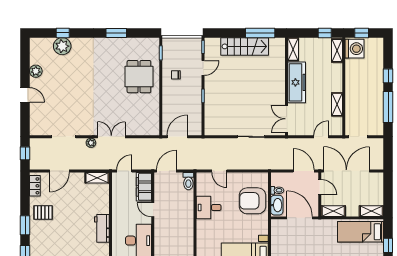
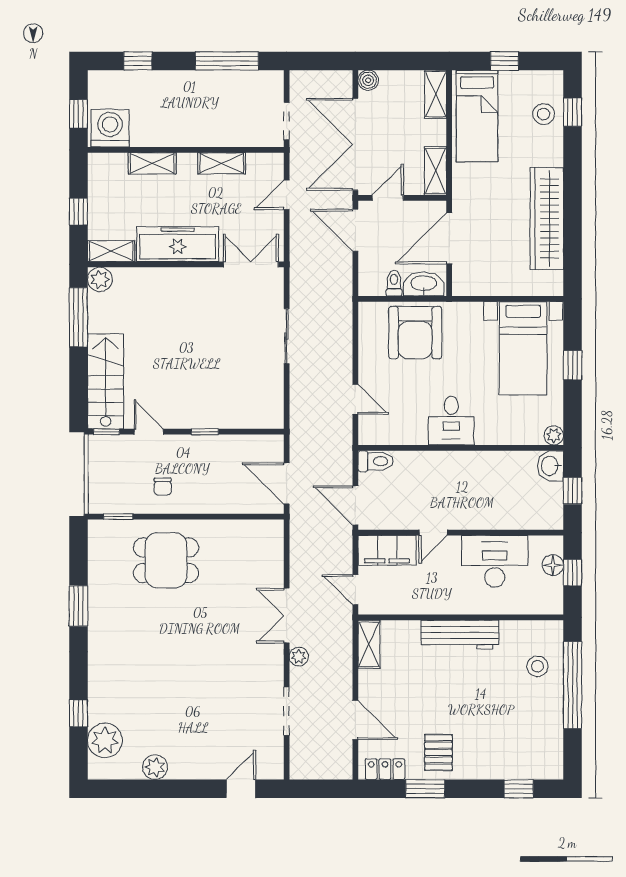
window: (325, 33) -> (78, 212), moved
plant: (279, 44) -> (100, 279), added
plant: (62, 46) -> (105, 740), moved
stairs: (245, 46) -> (106, 381), moved
shelving: (337, 51) -> (152, 163), moved
window: (388, 76) -> (138, 61), moved
door: (25, 95) -> (241, 789), moved
double door: (287, 119) -> (251, 264), swing flipped
door: (321, 137) -> (287, 195), hinge flipped
window: (25, 153) -> (320, 789), removed
door: (219, 171) -> (355, 399), hinge flipped
door: (304, 171) -> (355, 230), hinge flipped
boiler: (378, 177) -> (368, 80), added
desk: (209, 208) -> (451, 421), moved
window: (25, 225) -> (425, 789), moved
workbench: (102, 228) -> (460, 635), width x1.37

